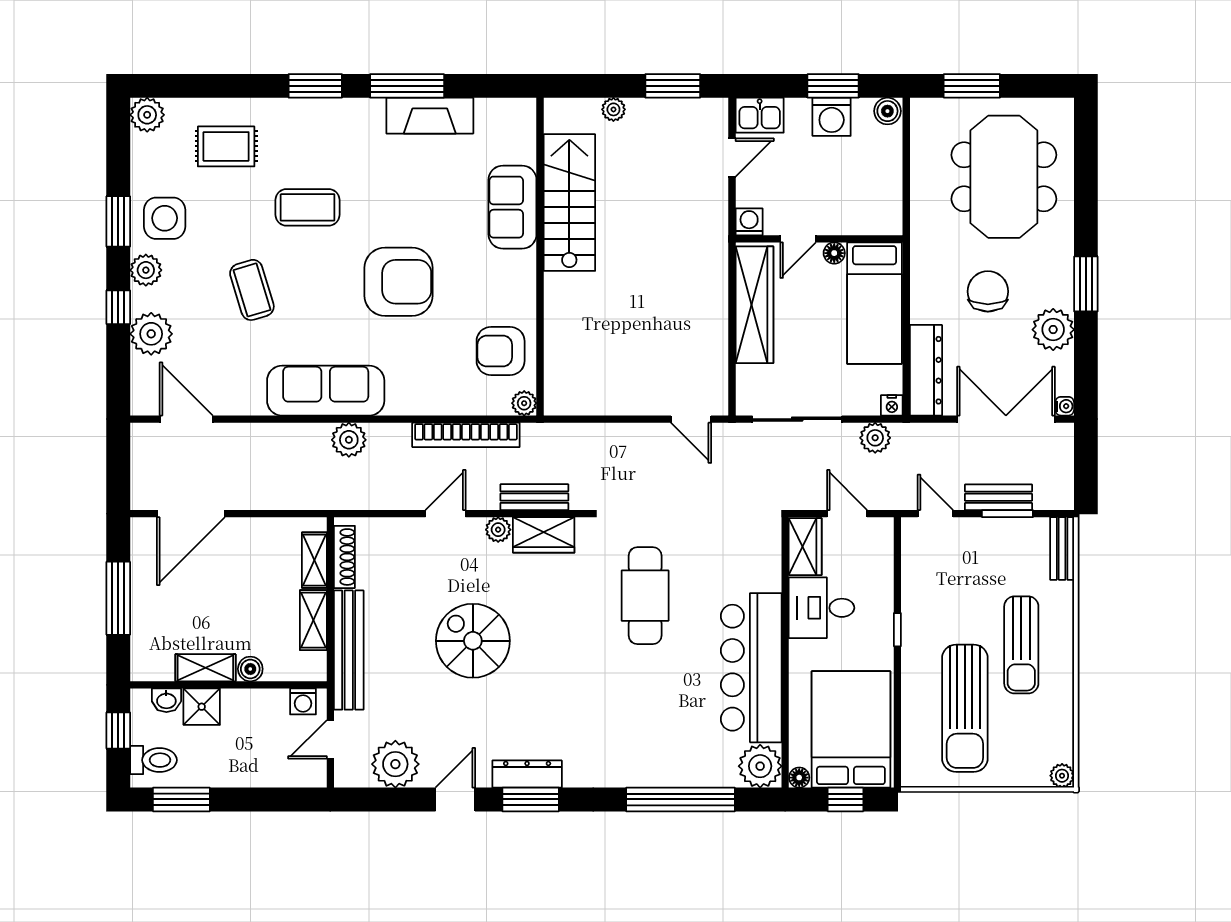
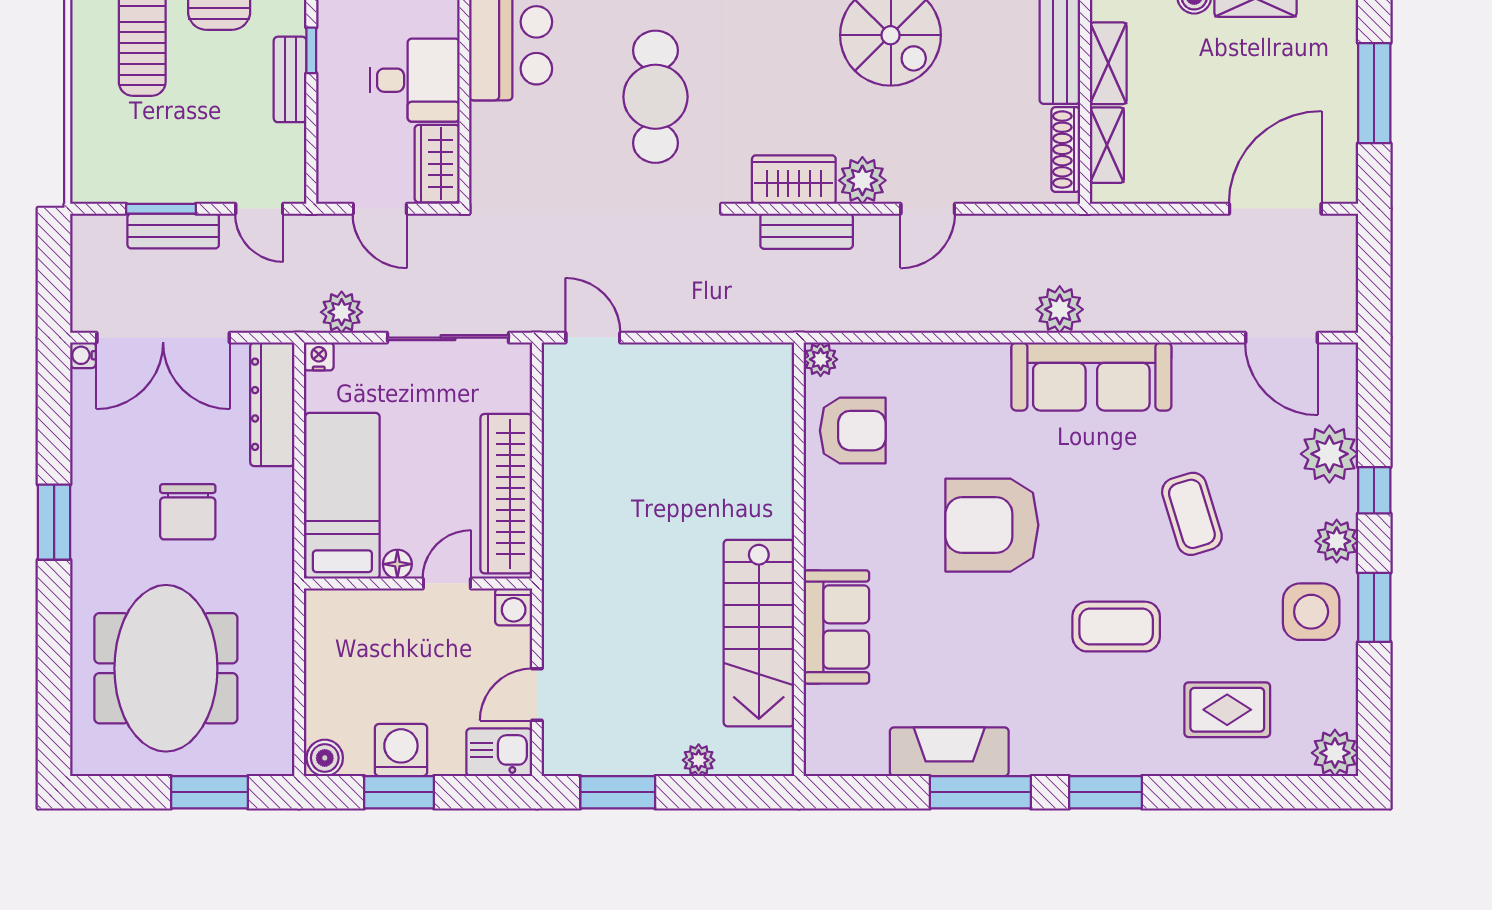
plant: (1053, 330) -> (99, 460), removed
bookcase: (466, 435) -> (900, 316), removed
plant: (498, 530) -> (862, 180), width x1.38, depth x1.38
bench: (1062, 548) -> (290, 79), moved

